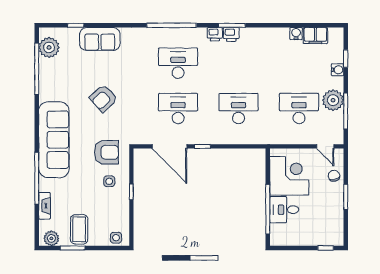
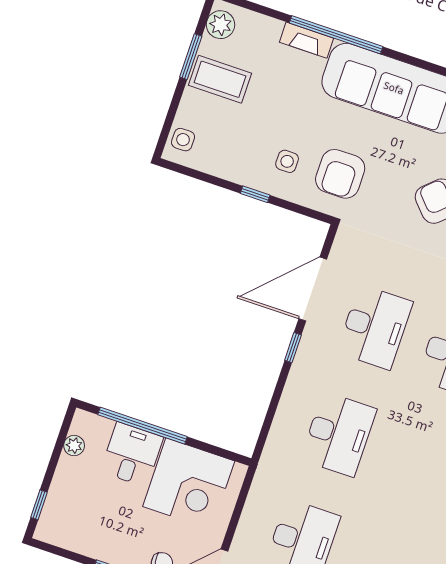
fireplace: (45, 206) -> (306, 40), moved
plant: (290, 240) -> (74, 446), added

